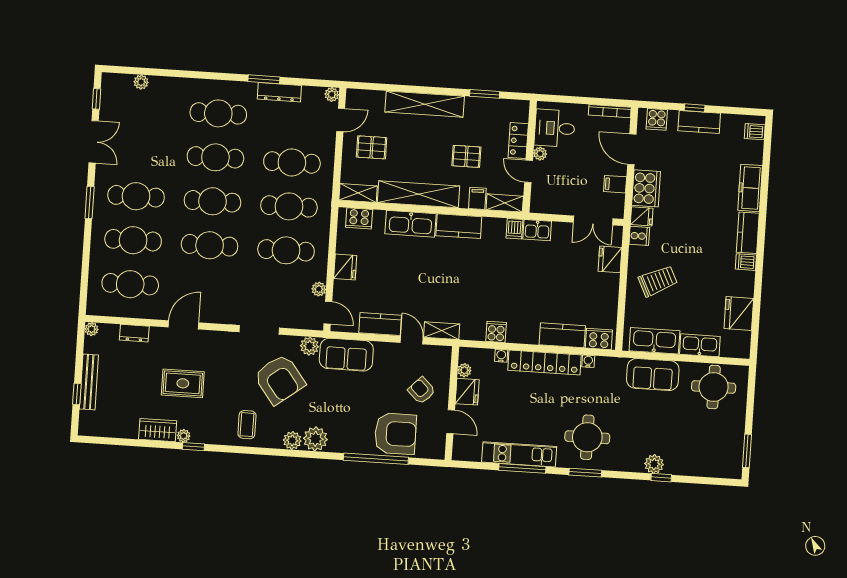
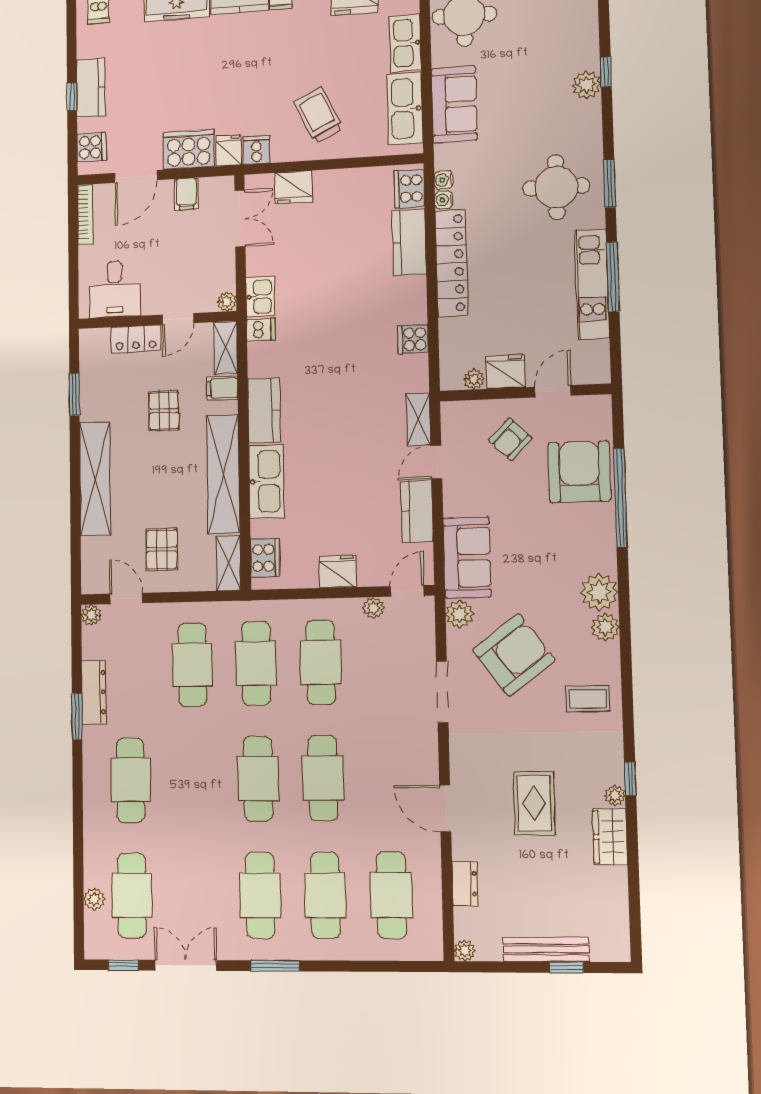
plant: (540, 154) -> (227, 302), moved
cafe table: (215, 157) -> (132, 895), moved
water cooler: (501, 356) -> (443, 180), moved

